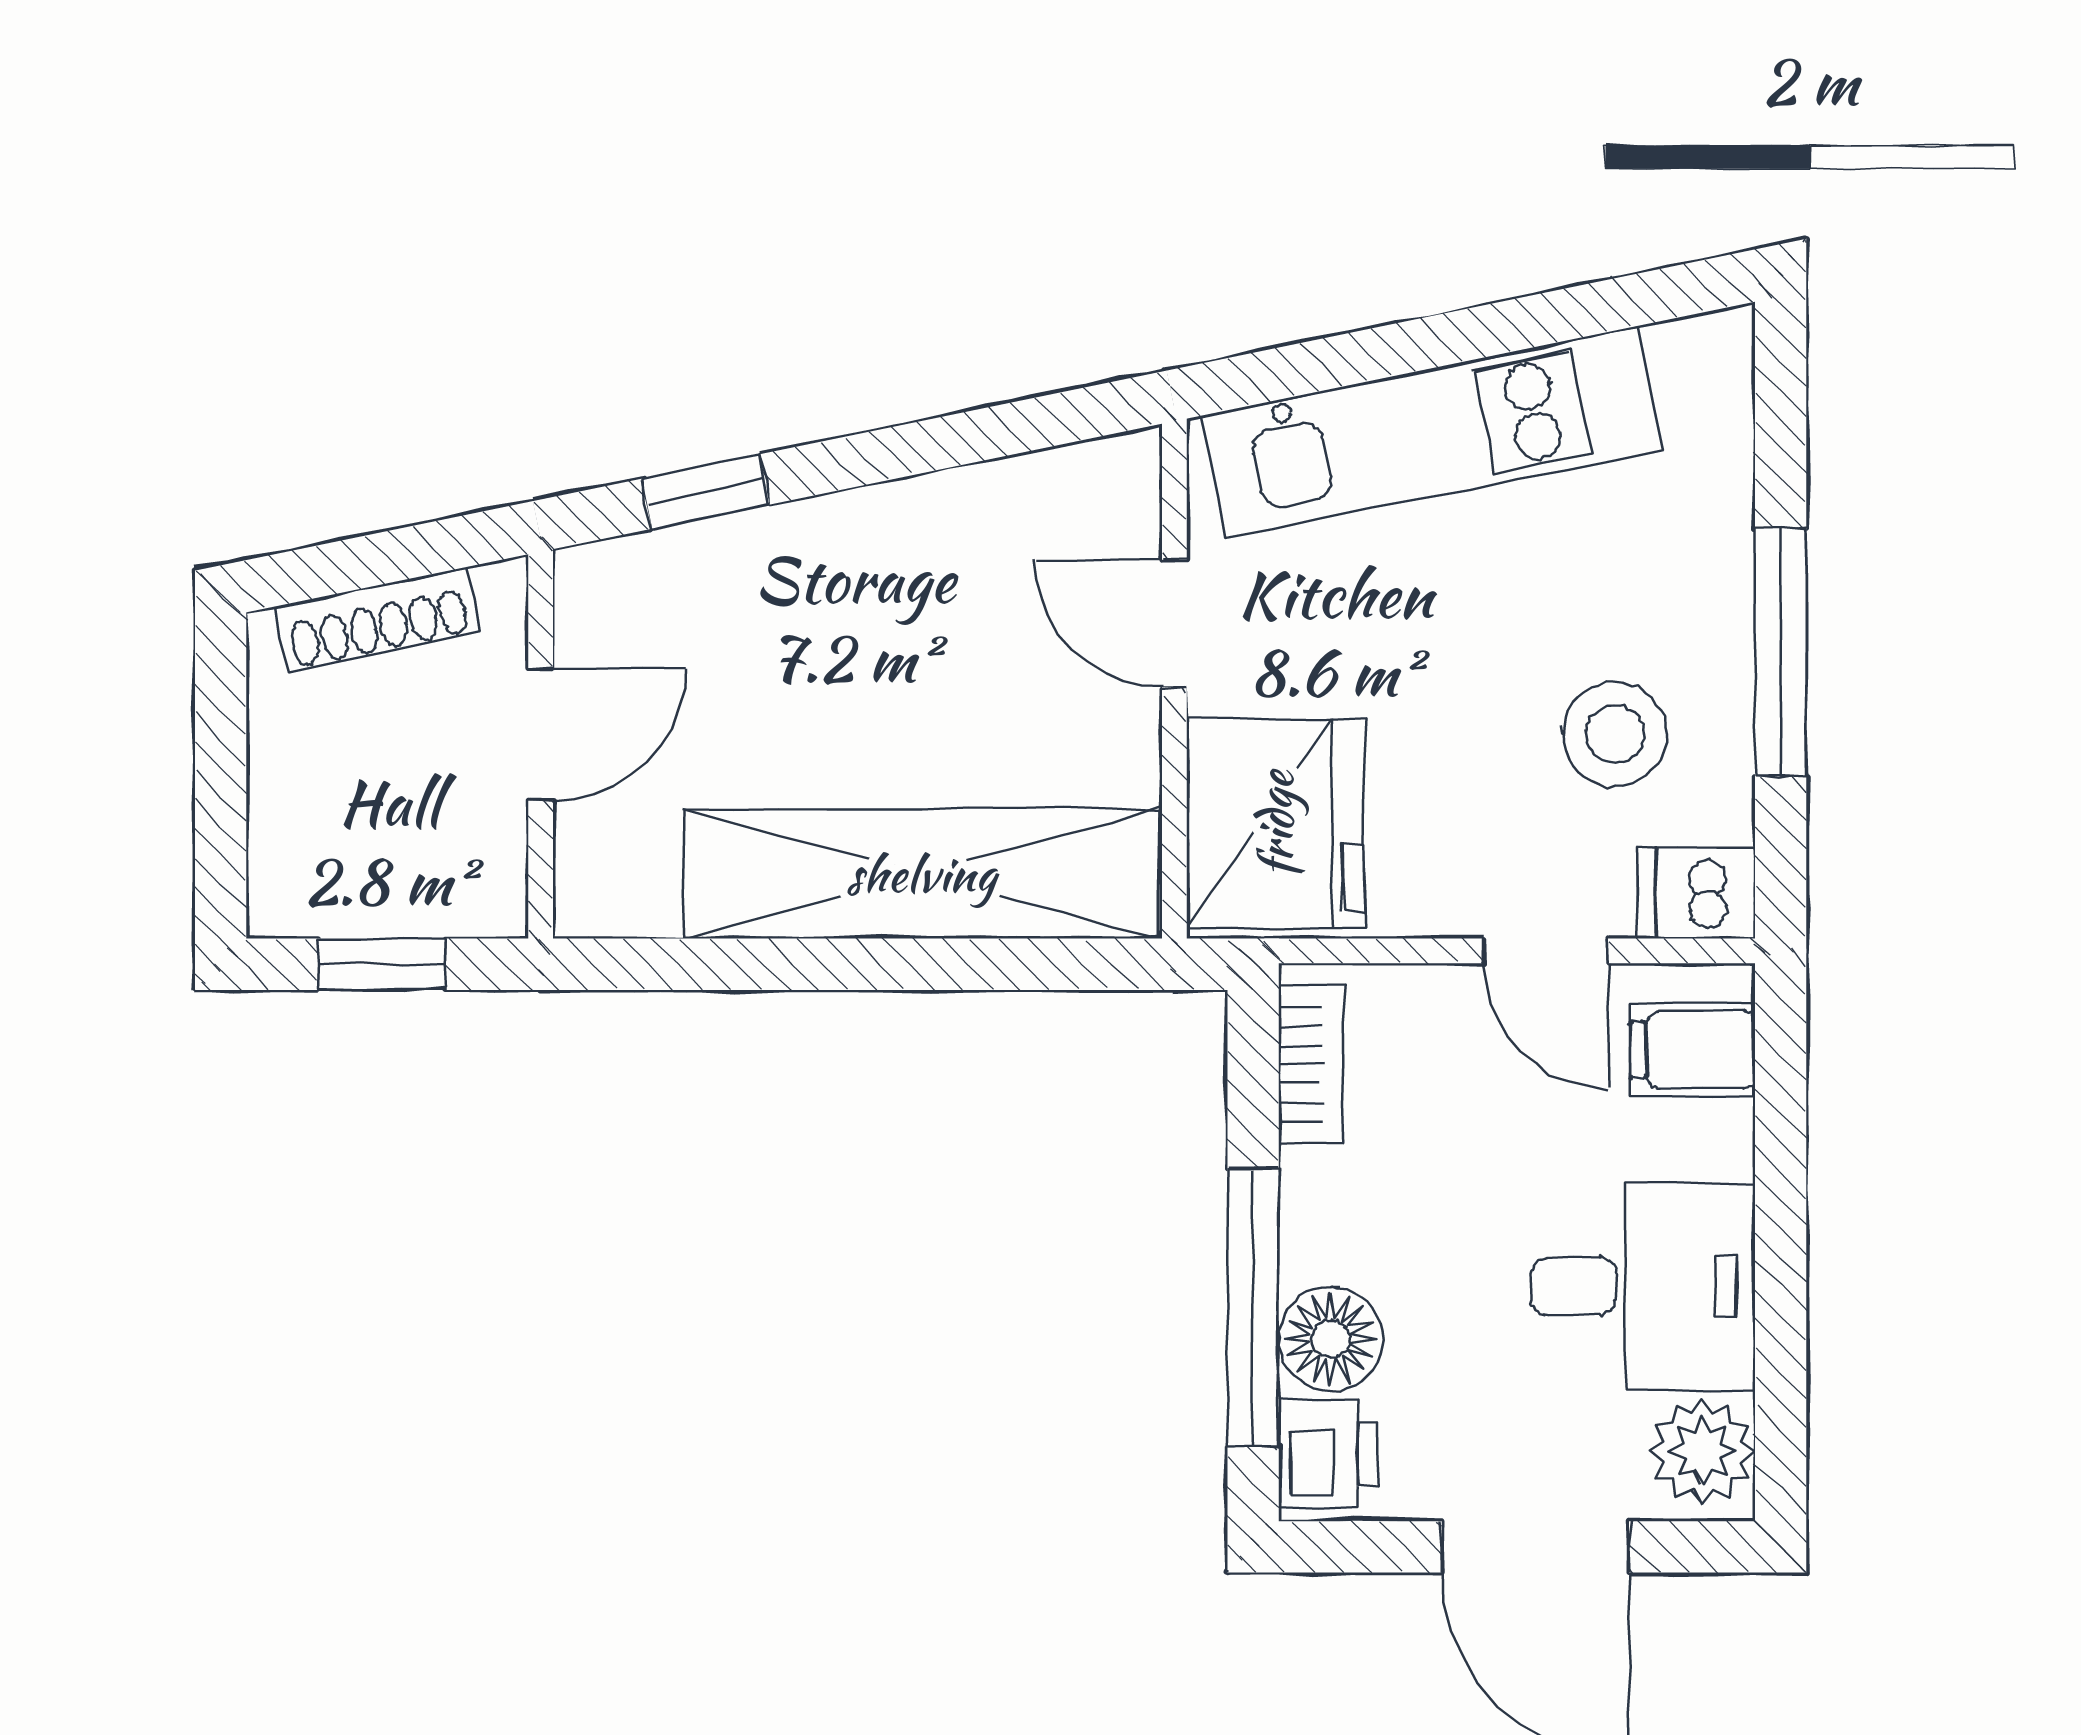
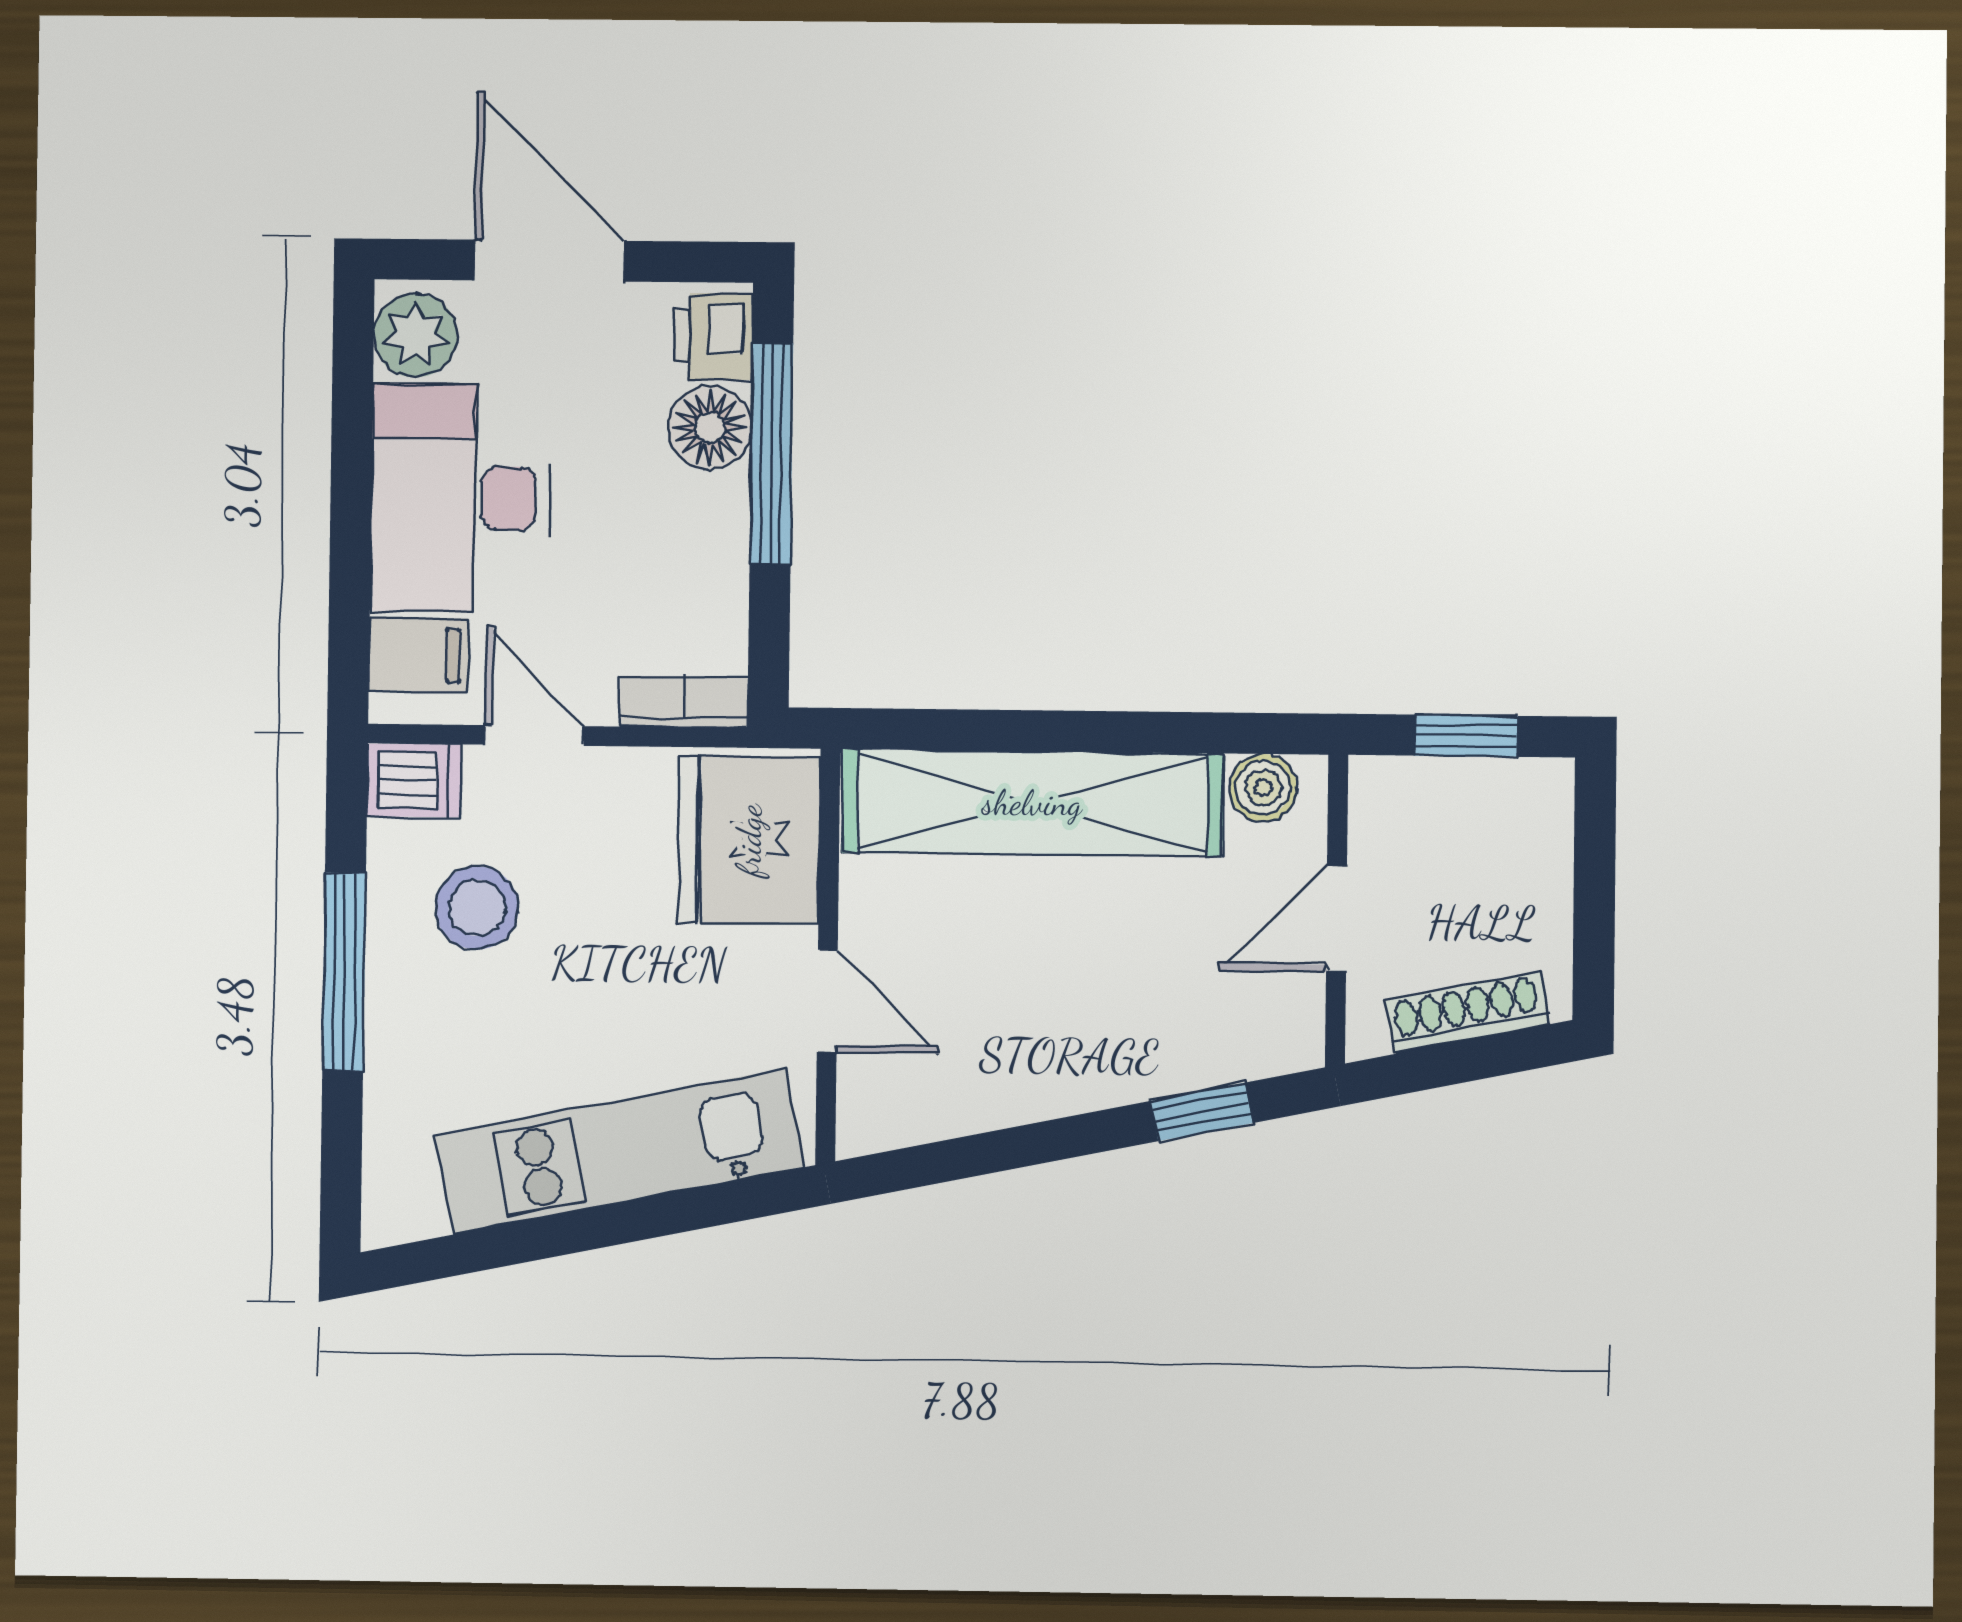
boiler: (634, 896) -> (1263, 788), added
bookcase: (1311, 1064) -> (684, 702), moved, turned 90
desk: (1643, 1286) -> (460, 498), width x1.37

